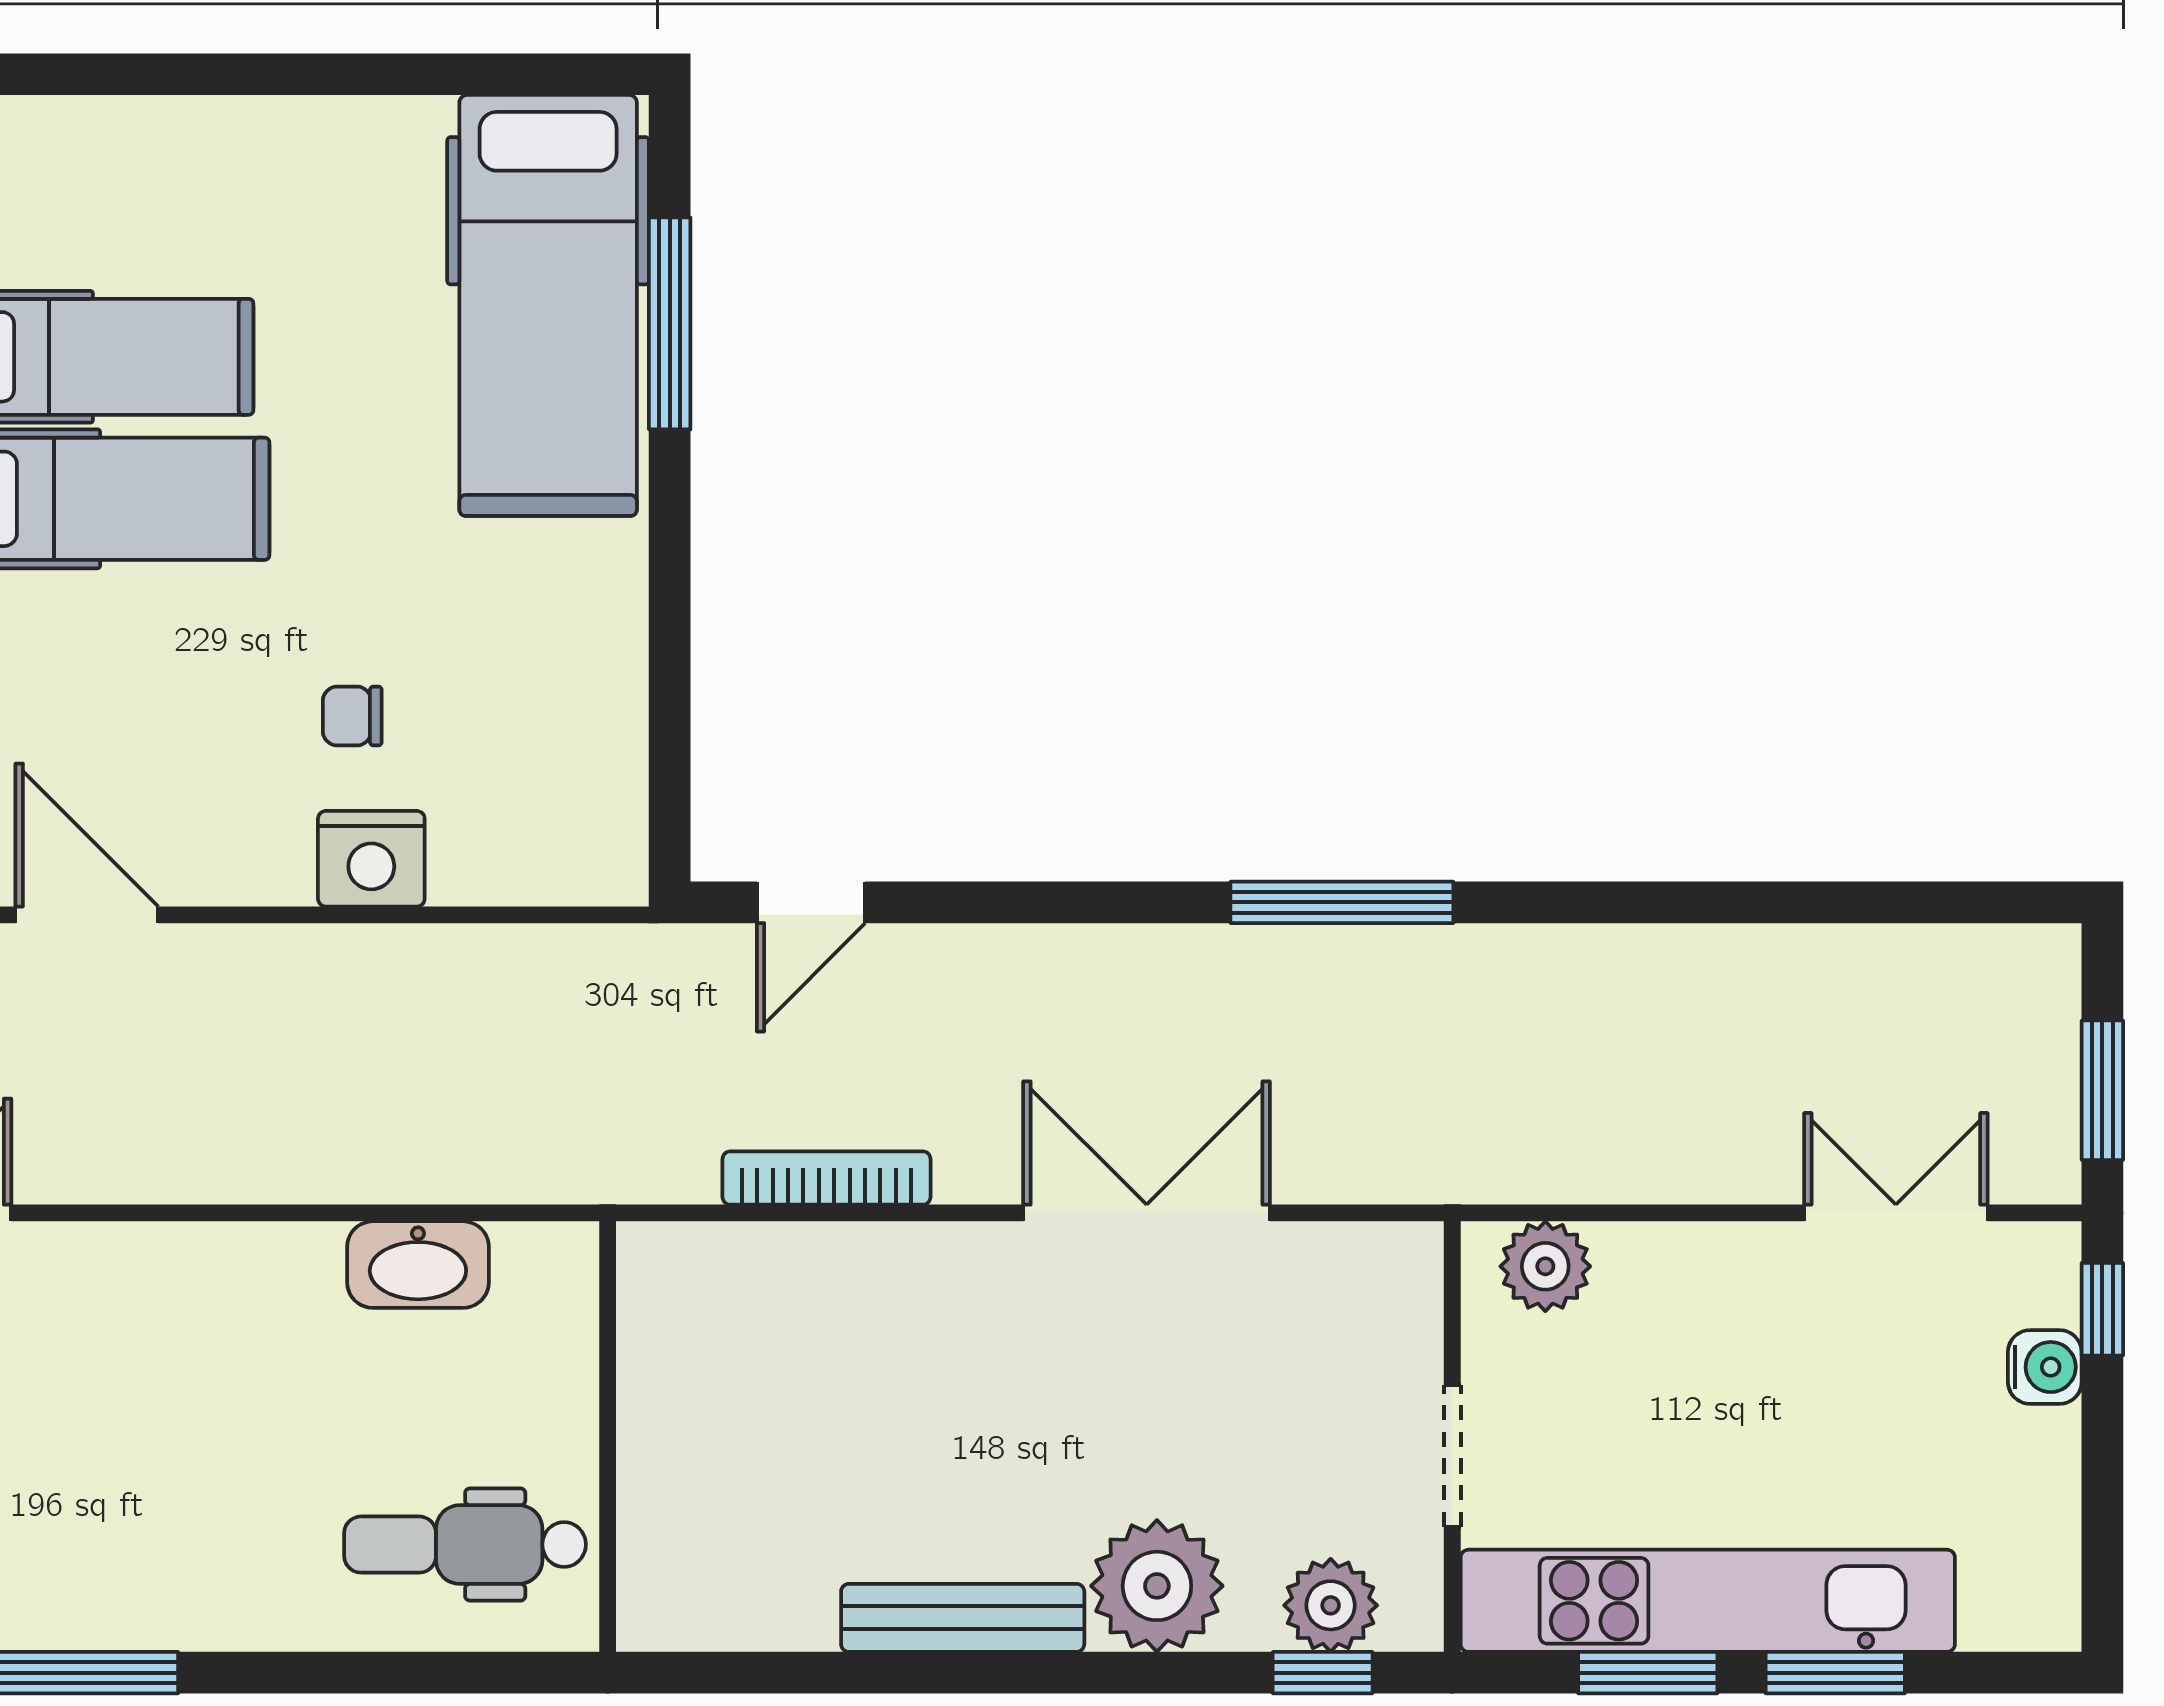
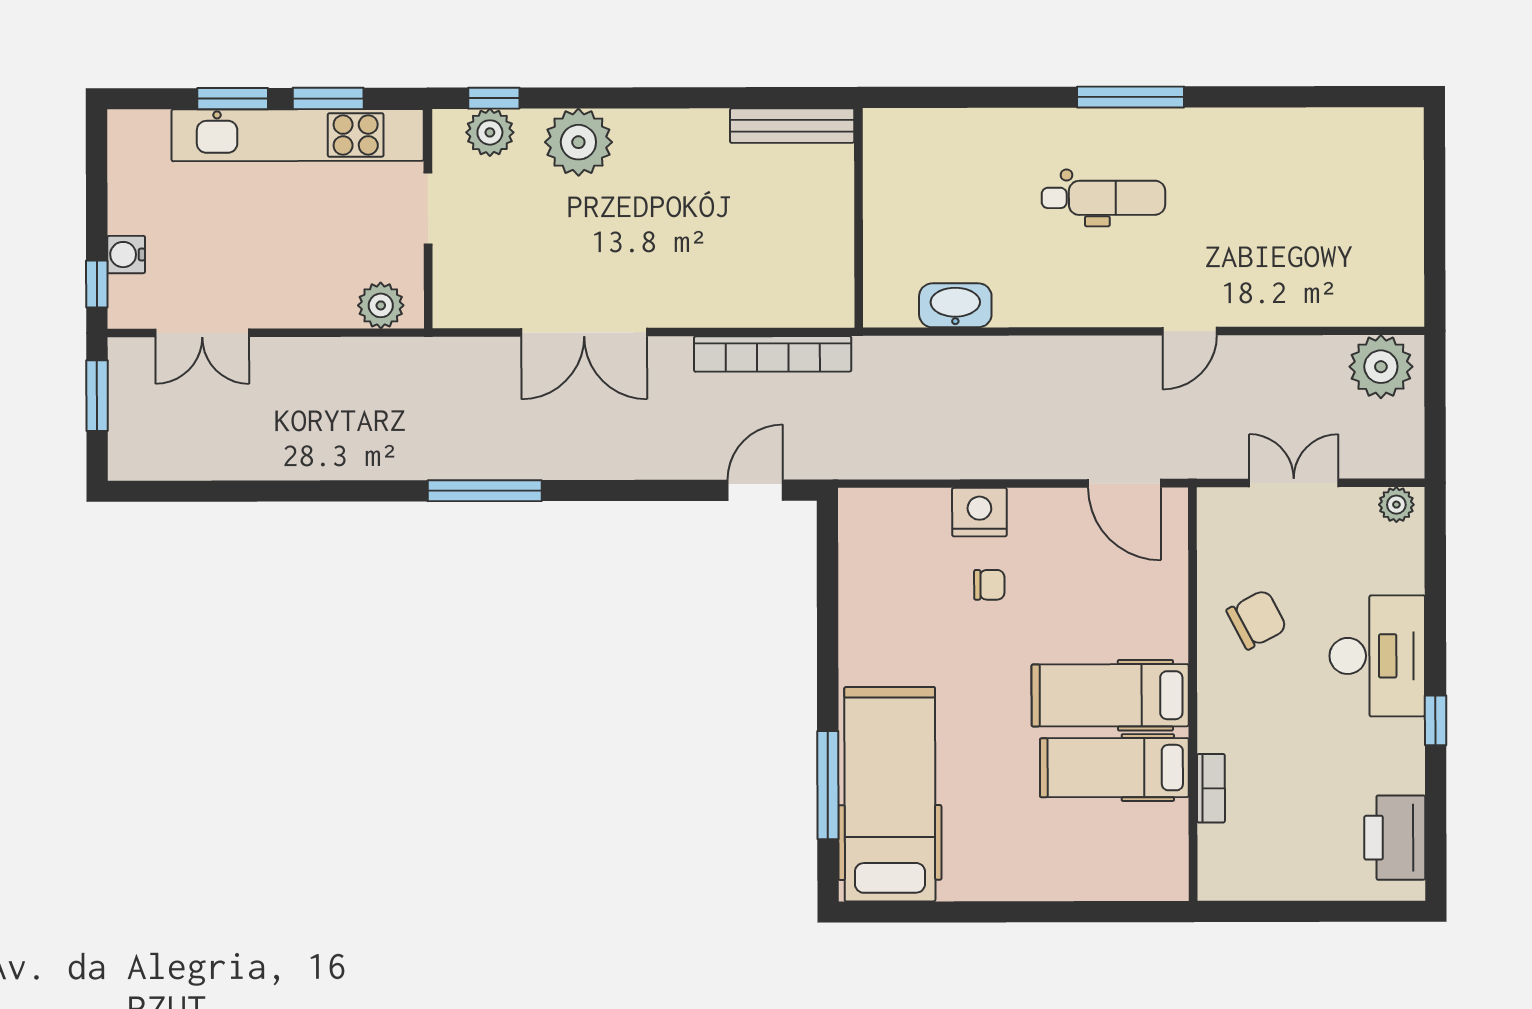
bookcase: (827, 1178) -> (773, 354), width x1.48, depth x1.31
dental chair: (465, 1545) -> (1103, 198), moved
bench: (963, 1618) -> (792, 126), moved

